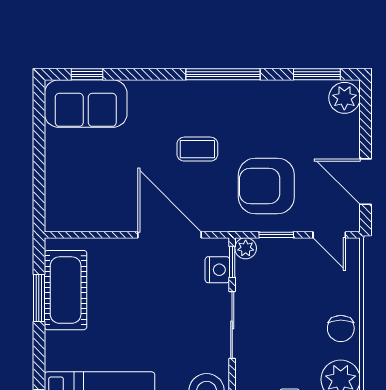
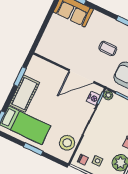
door: (170, 235) -> (81, 76), swing flipped
cot: (66, 290) -> (24, 94), moved

